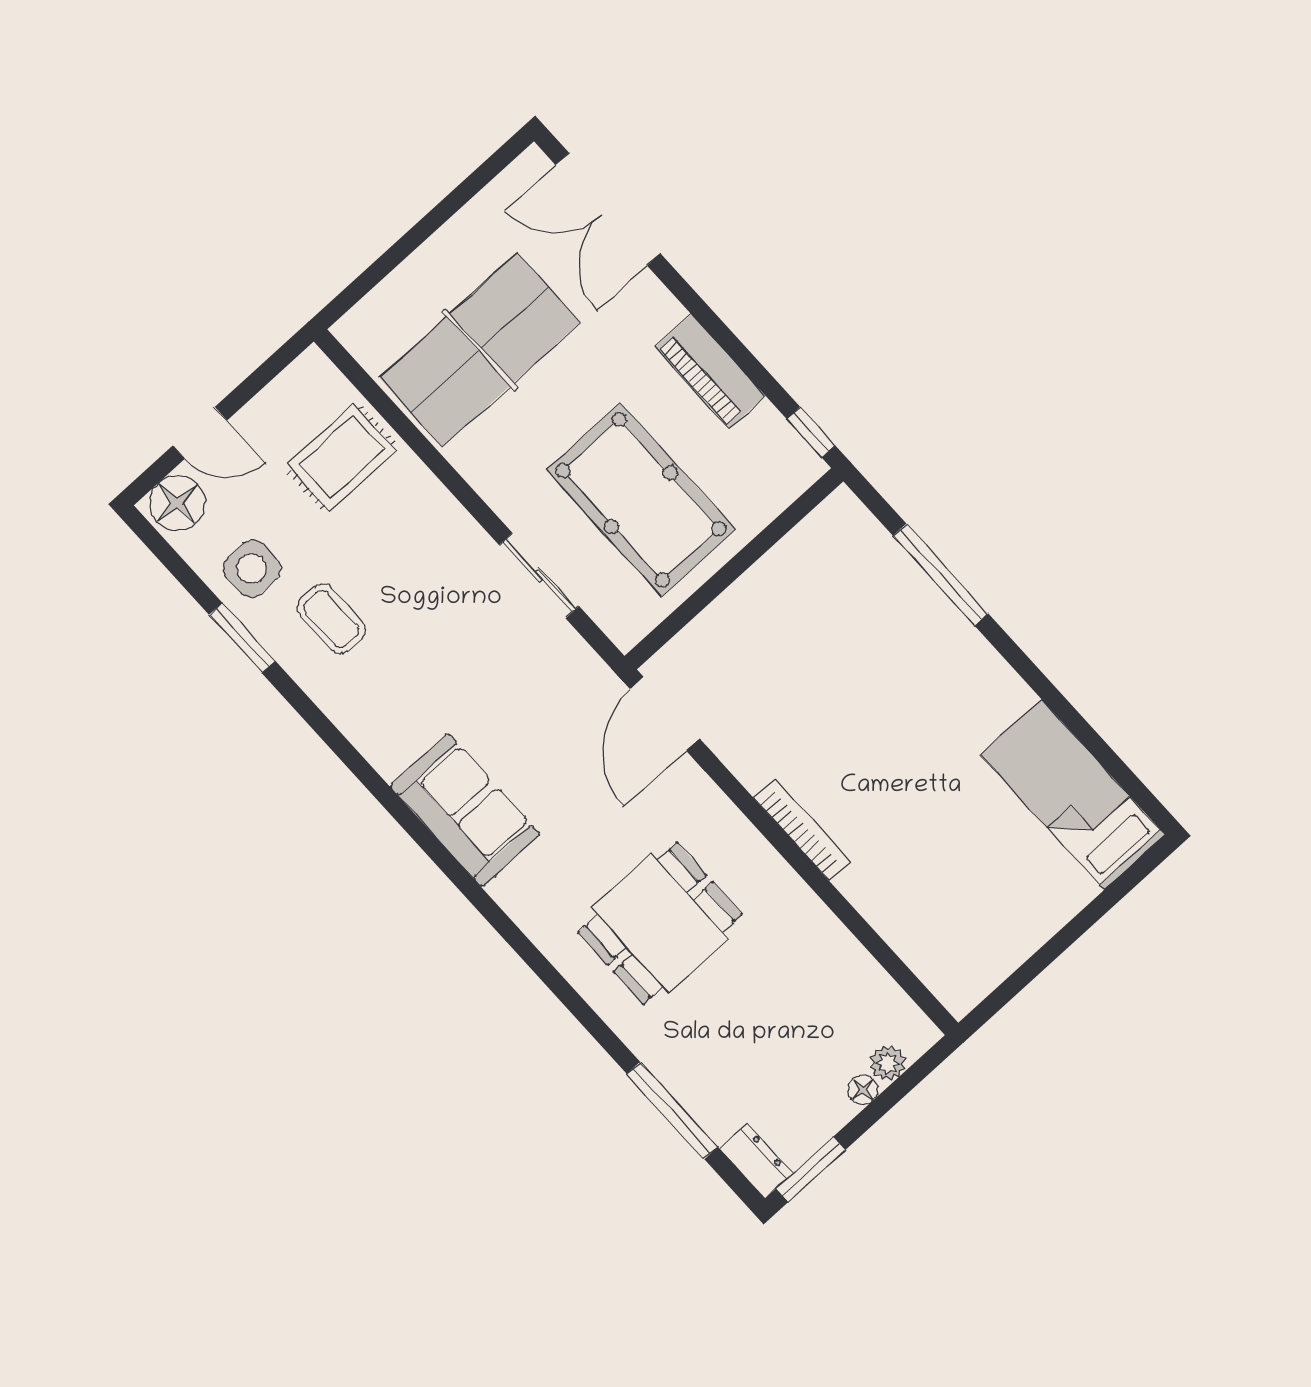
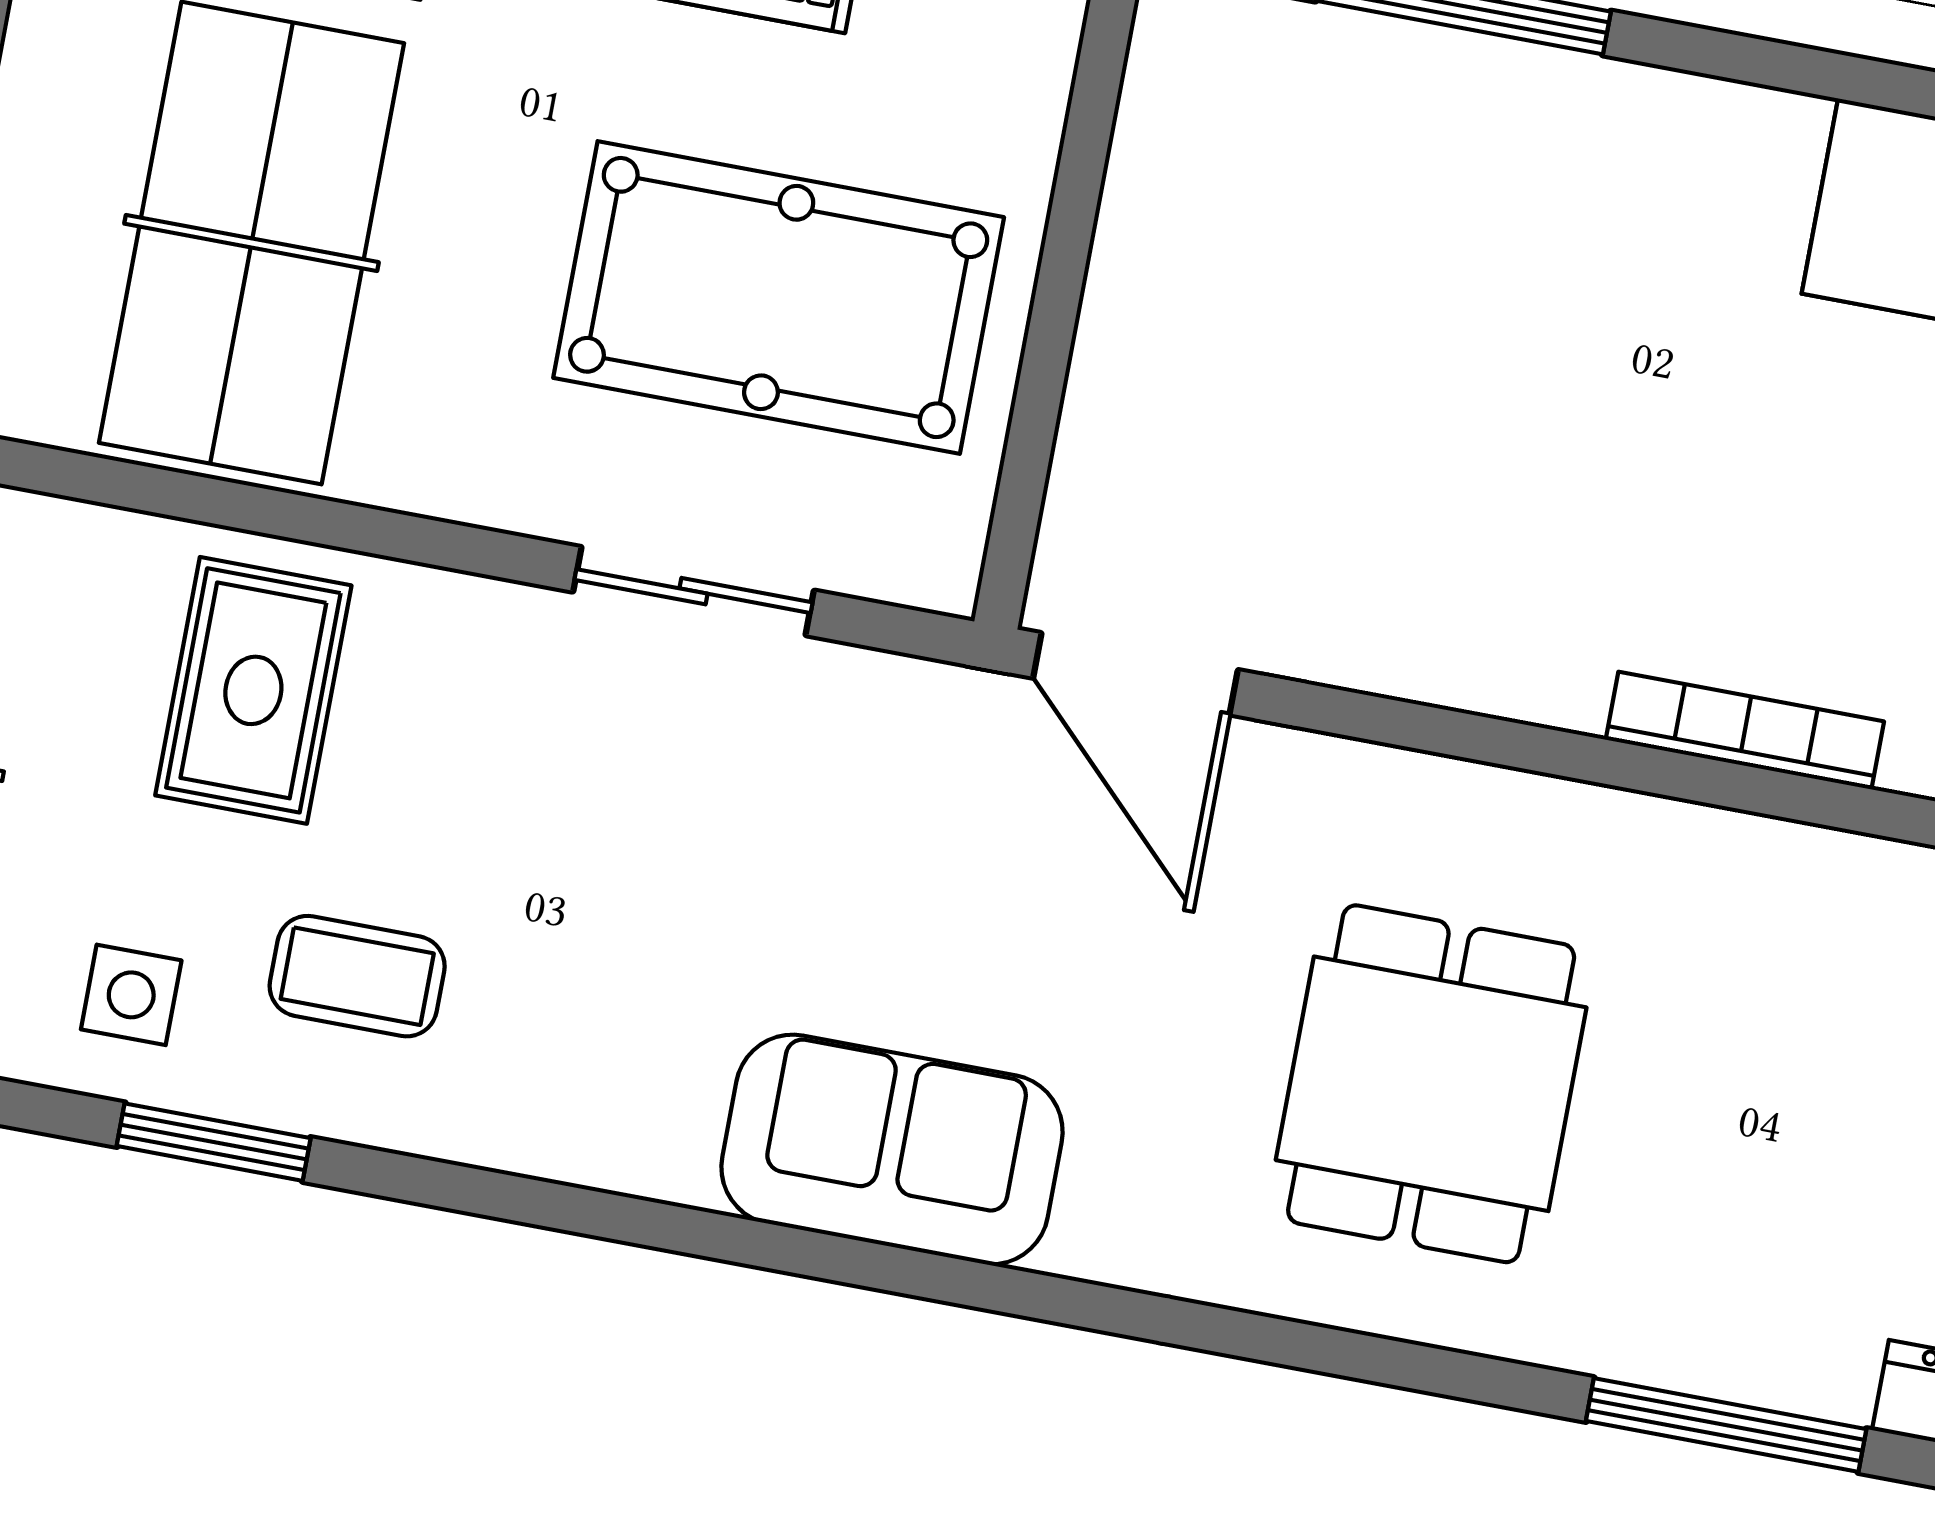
rug: (341, 457) -> (253, 690), moved
side table: (252, 568) -> (131, 995), width x0.73, depth x0.73
bookcase: (802, 830) -> (1745, 731), moved

